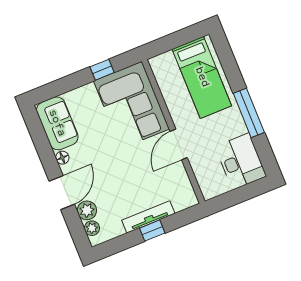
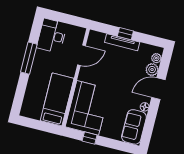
bed: (202, 77) -> (57, 99), moved
door: (179, 144) -> (82, 55), moved

